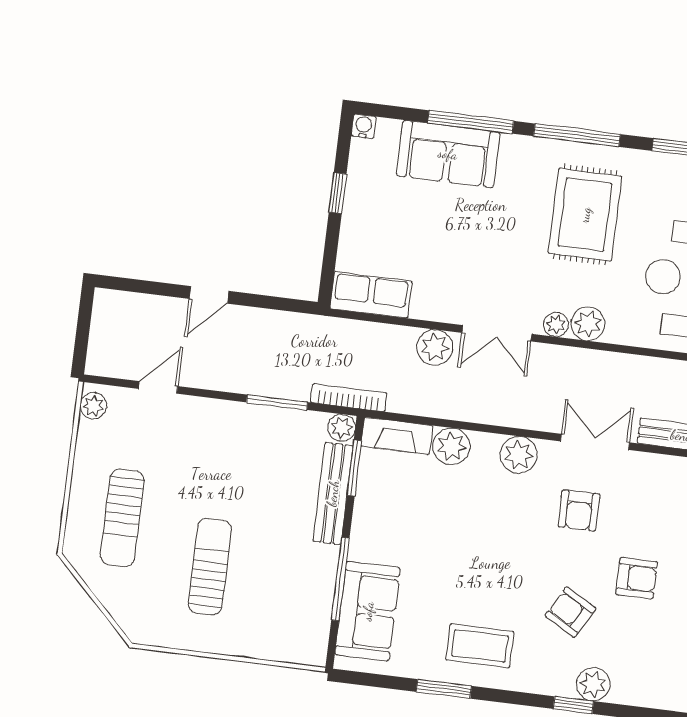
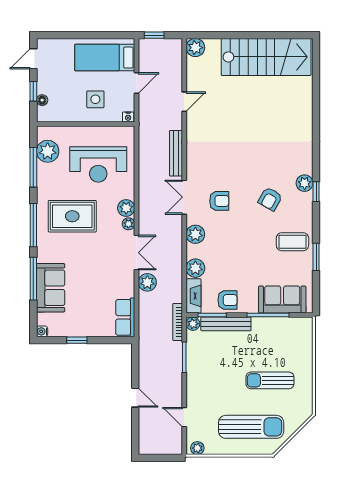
sun lounger: (122, 518) -> (251, 427), width x1.36, depth x1.34
armchair: (636, 578) -> (227, 300), moved, turned 90
coffee table: (480, 646) -> (292, 242), turned 90

